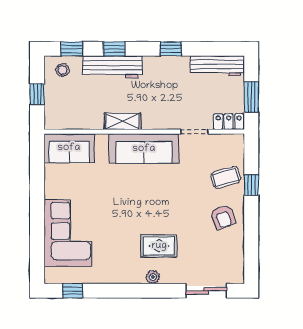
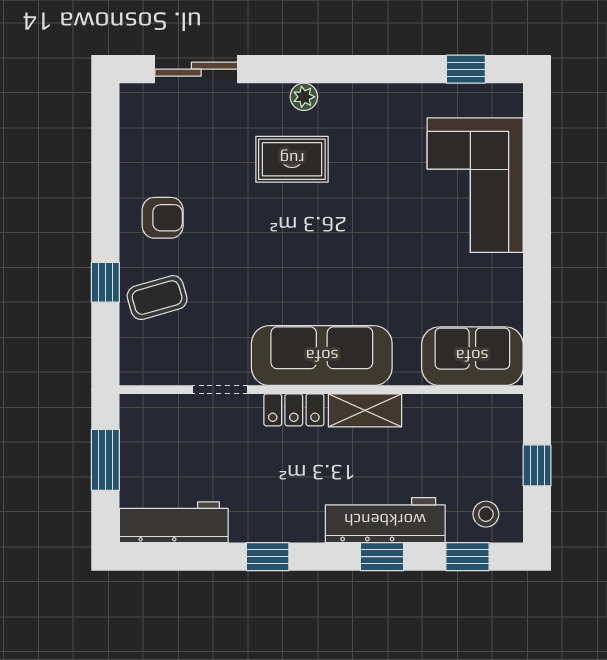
locker: (229, 122) -> (294, 410), moved
armchair: (223, 217) -> (163, 218), turned 110

